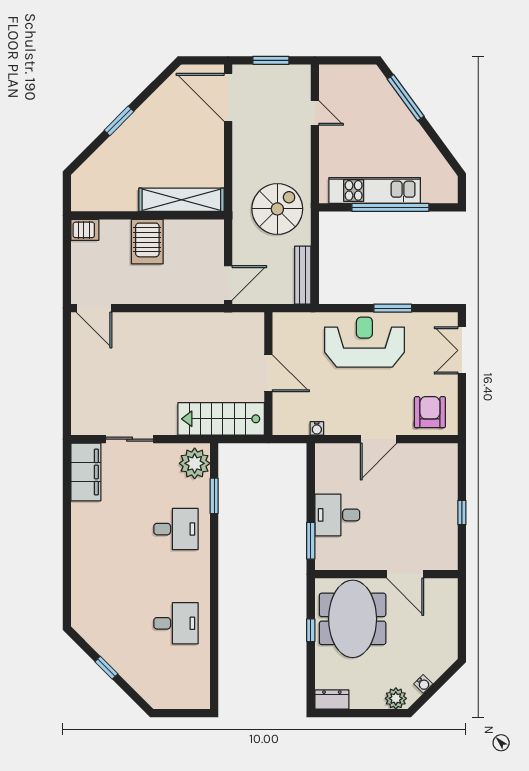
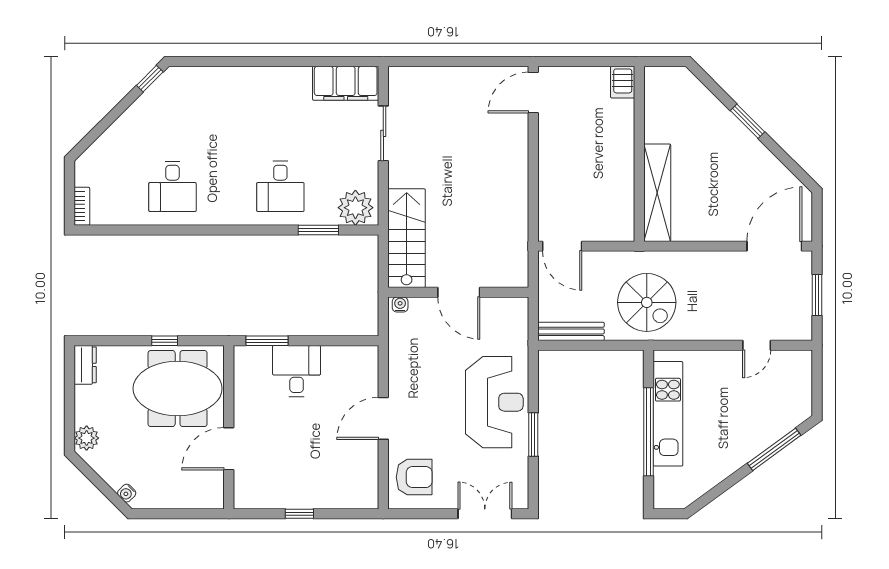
server rack: (147, 242) -> (609, 154), removed
door: (268, 373) -> (459, 292), hinge flipped
water cooler: (317, 428) -> (400, 305), moved, turned 90
door: (379, 439) -> (383, 418), hinge flipped
window: (106, 668) -> (150, 79), moved
water cooler: (423, 684) -> (127, 493), moved
bookcase: (193, 702) -> (82, 206), added

